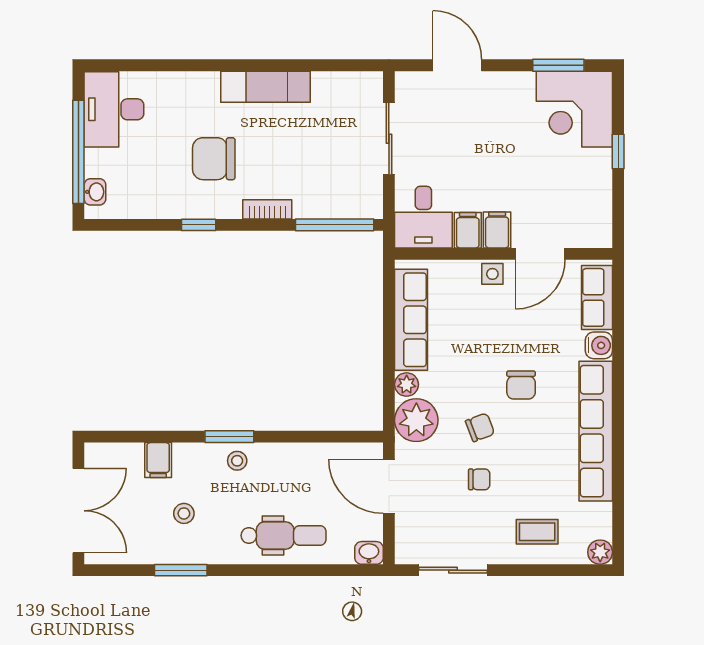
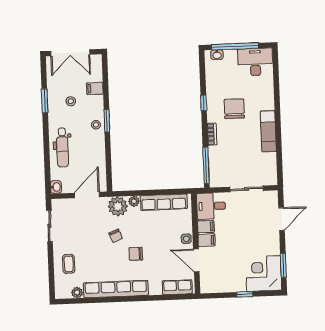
water cooler: (599, 345) -> (155, 289), removed
chair: (479, 479) -> (92, 236), removed
plant: (600, 552) -> (77, 293), moved

